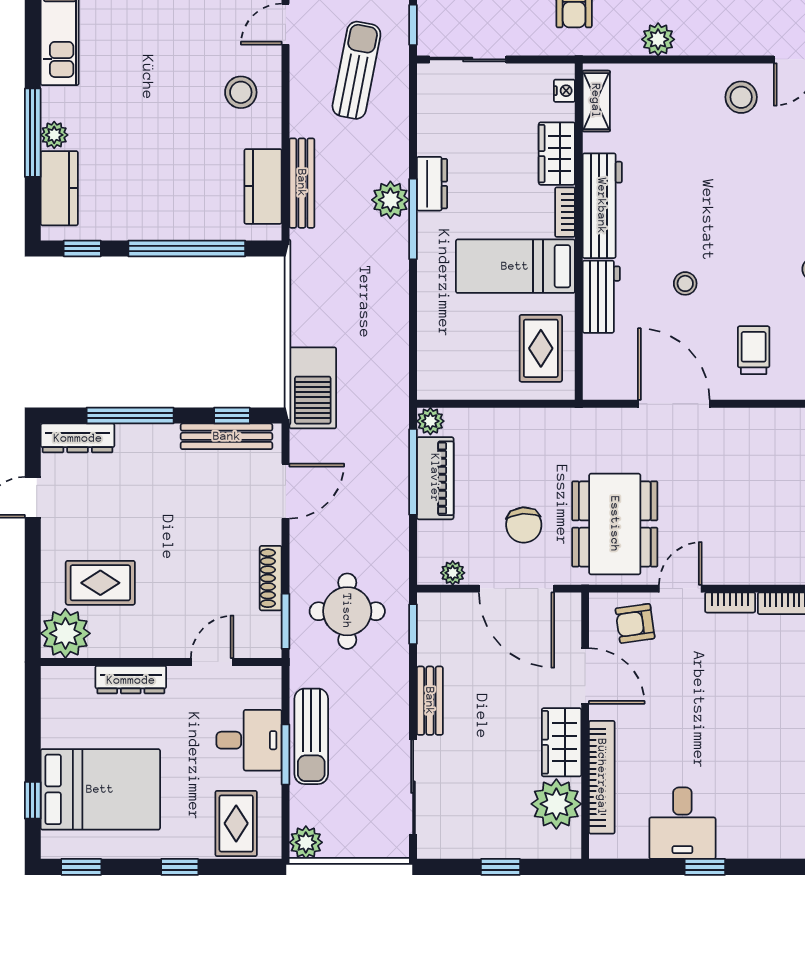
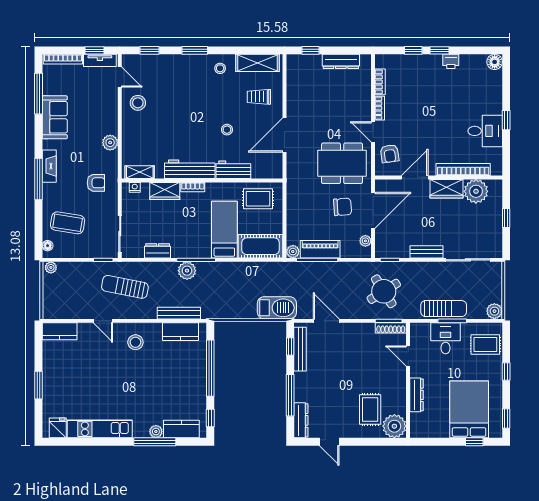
dresser: (432, 184) -> (158, 251), moved
bed: (515, 266) -> (224, 230), moved, turned 180
cot: (441, 354) -> (261, 246), added
shoe rack: (271, 578) -> (391, 328), moved
round table: (347, 611) -> (384, 291), turned -32

